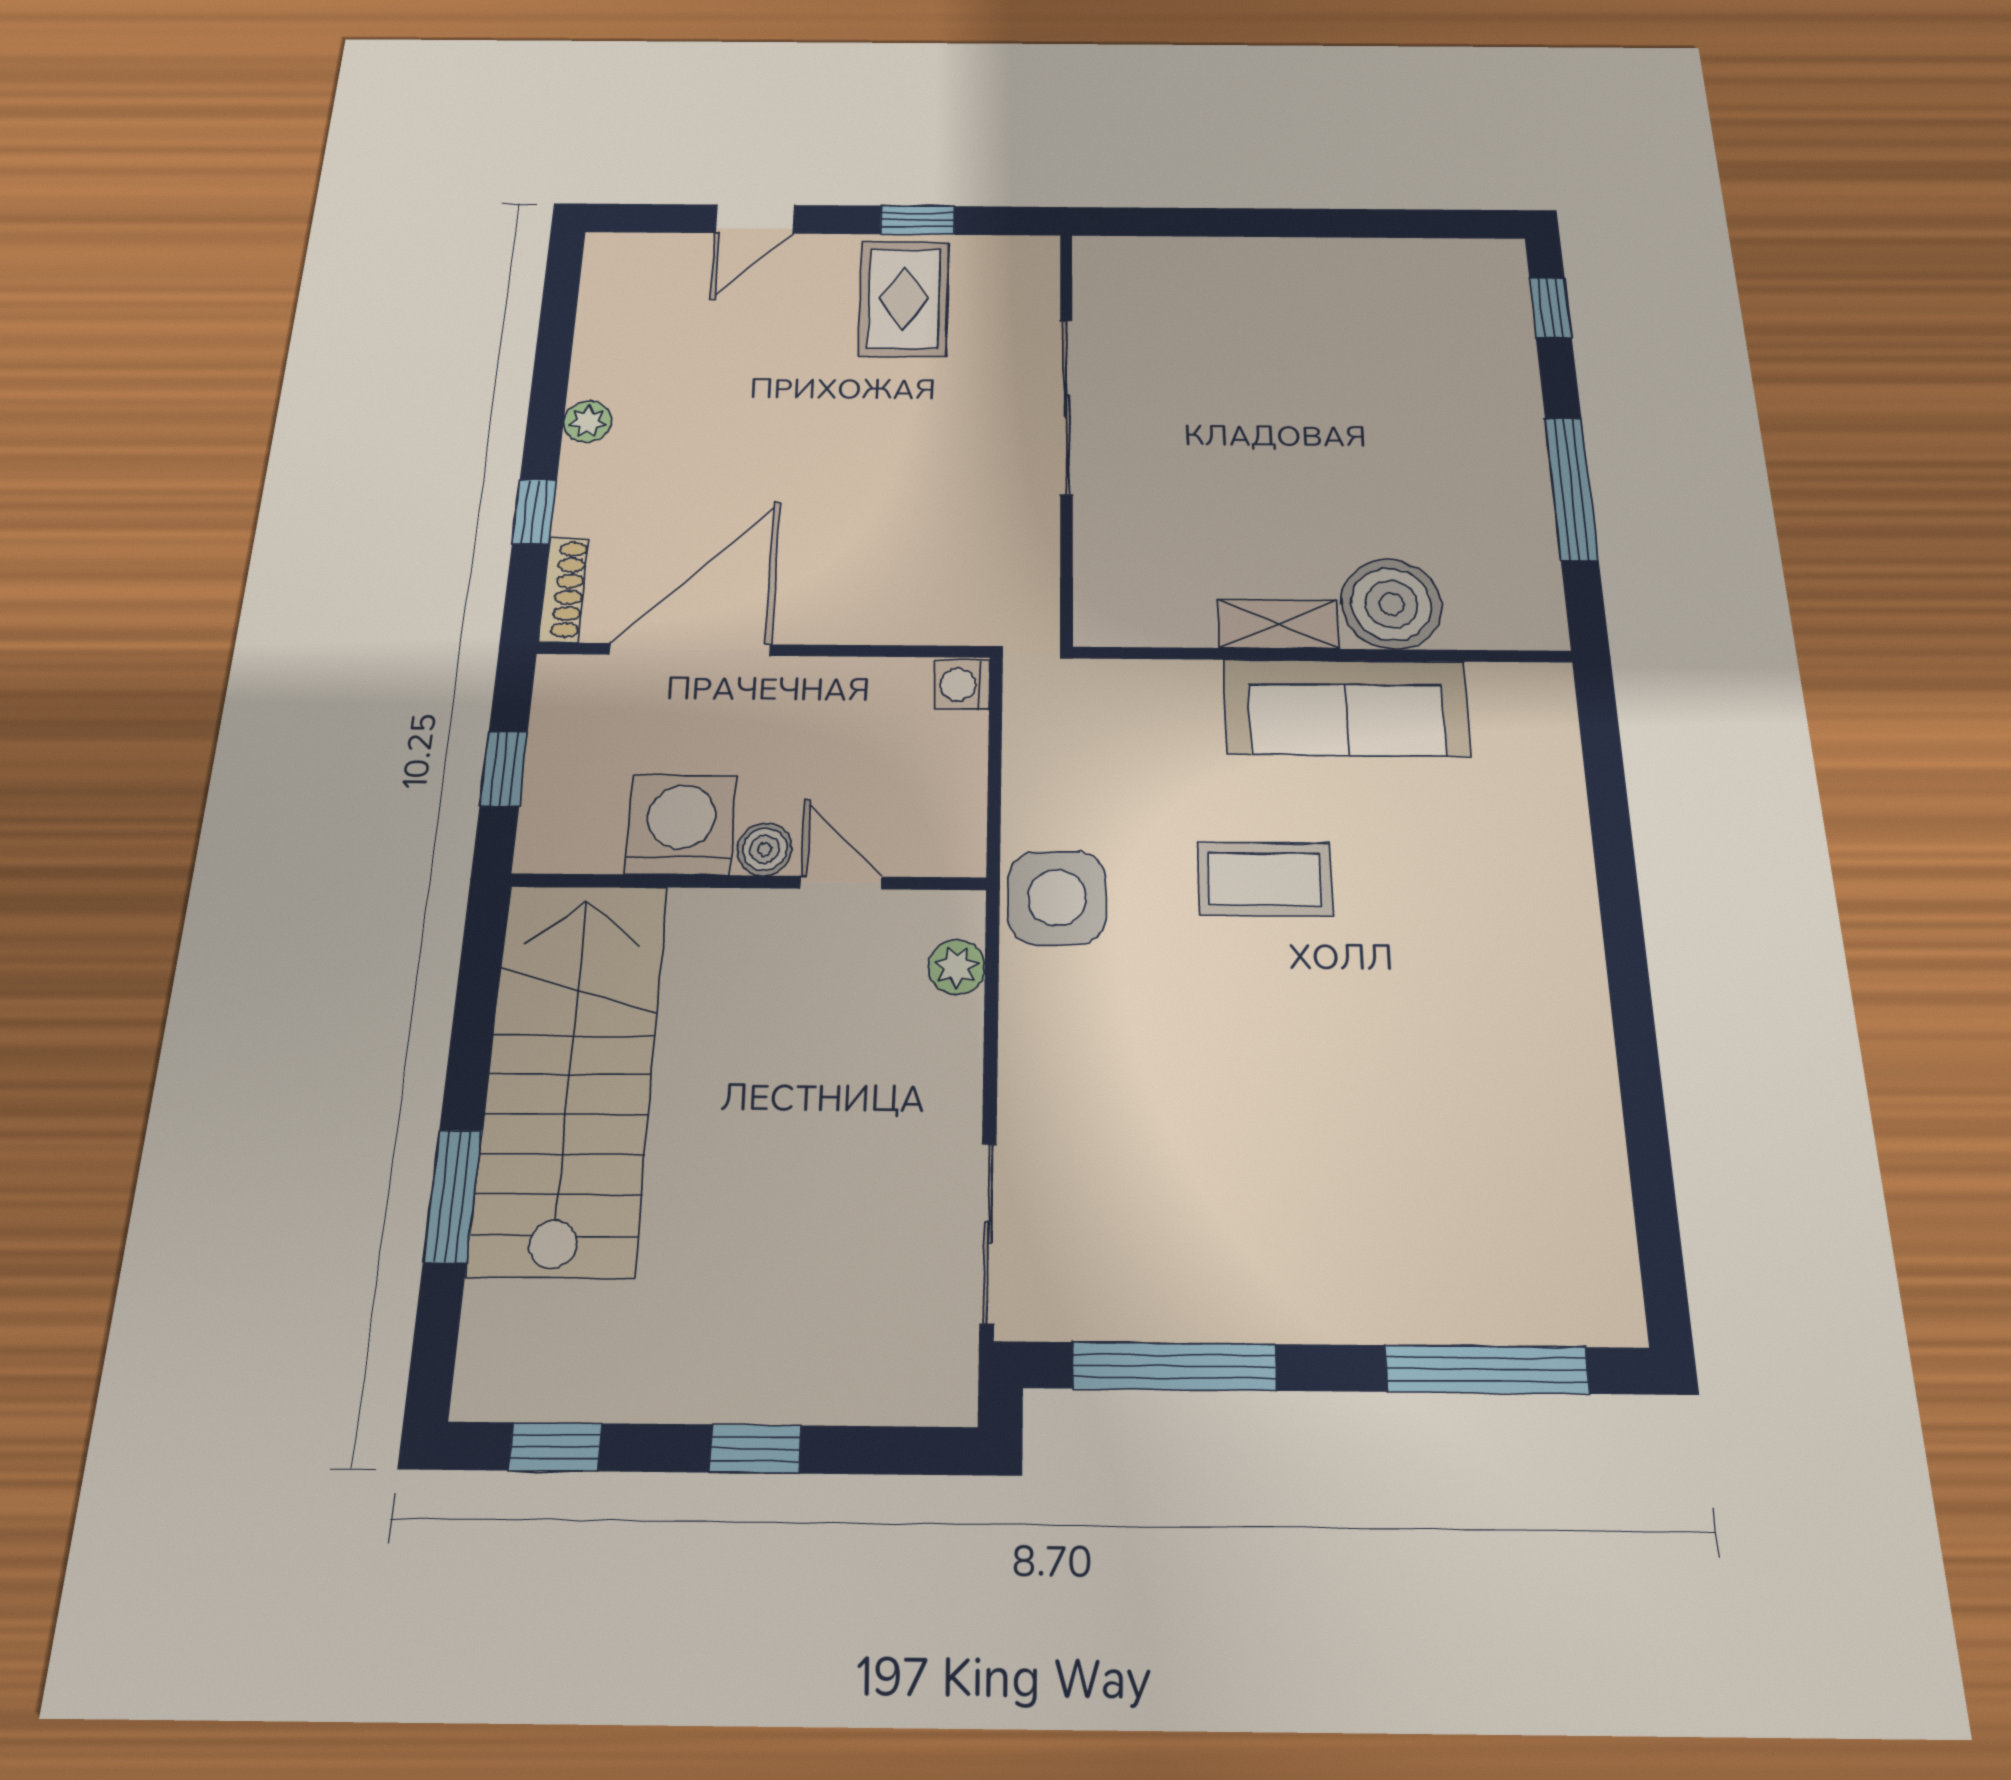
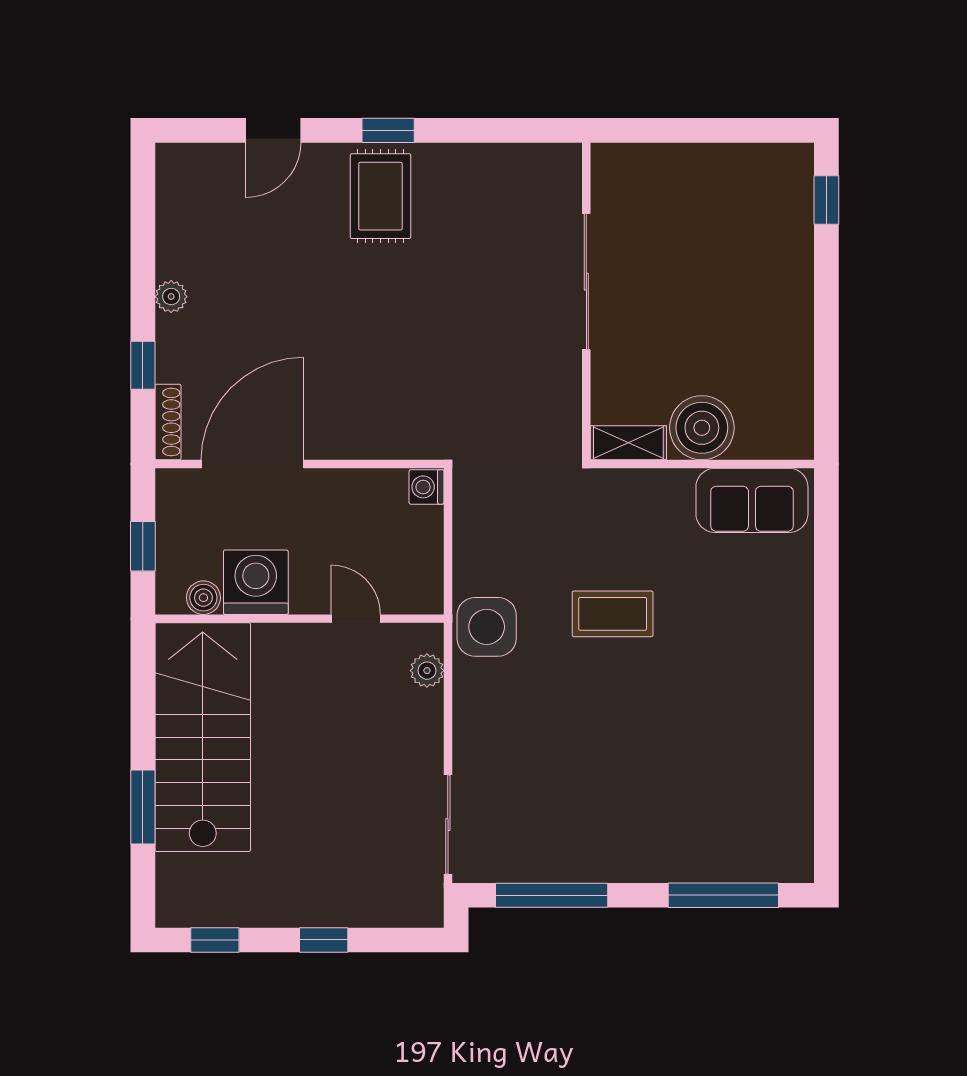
sliding door: (1066, 406) -> (586, 282), moved
wall: (1066, 431) -> (586, 301), moved
window: (1571, 488) -> (826, 342), removed
sofa: (1346, 707) -> (752, 500), moved, width x0.73
boiler: (765, 849) -> (203, 598), moved

